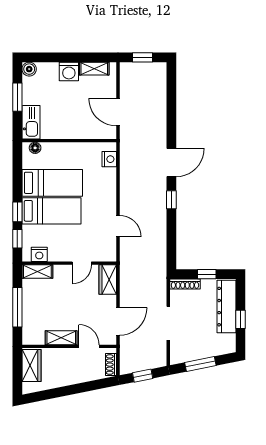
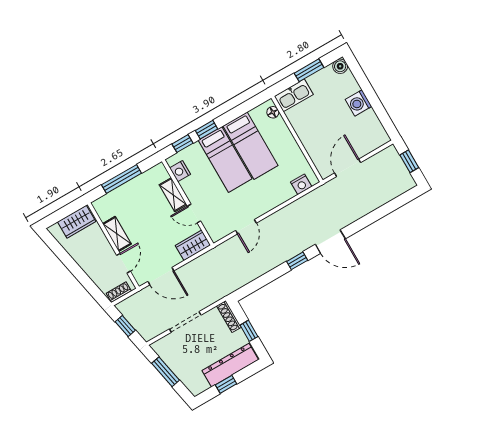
shelving: (94, 69) -> (374, 124), removed
shelving: (37, 272) -> (173, 195), moved

